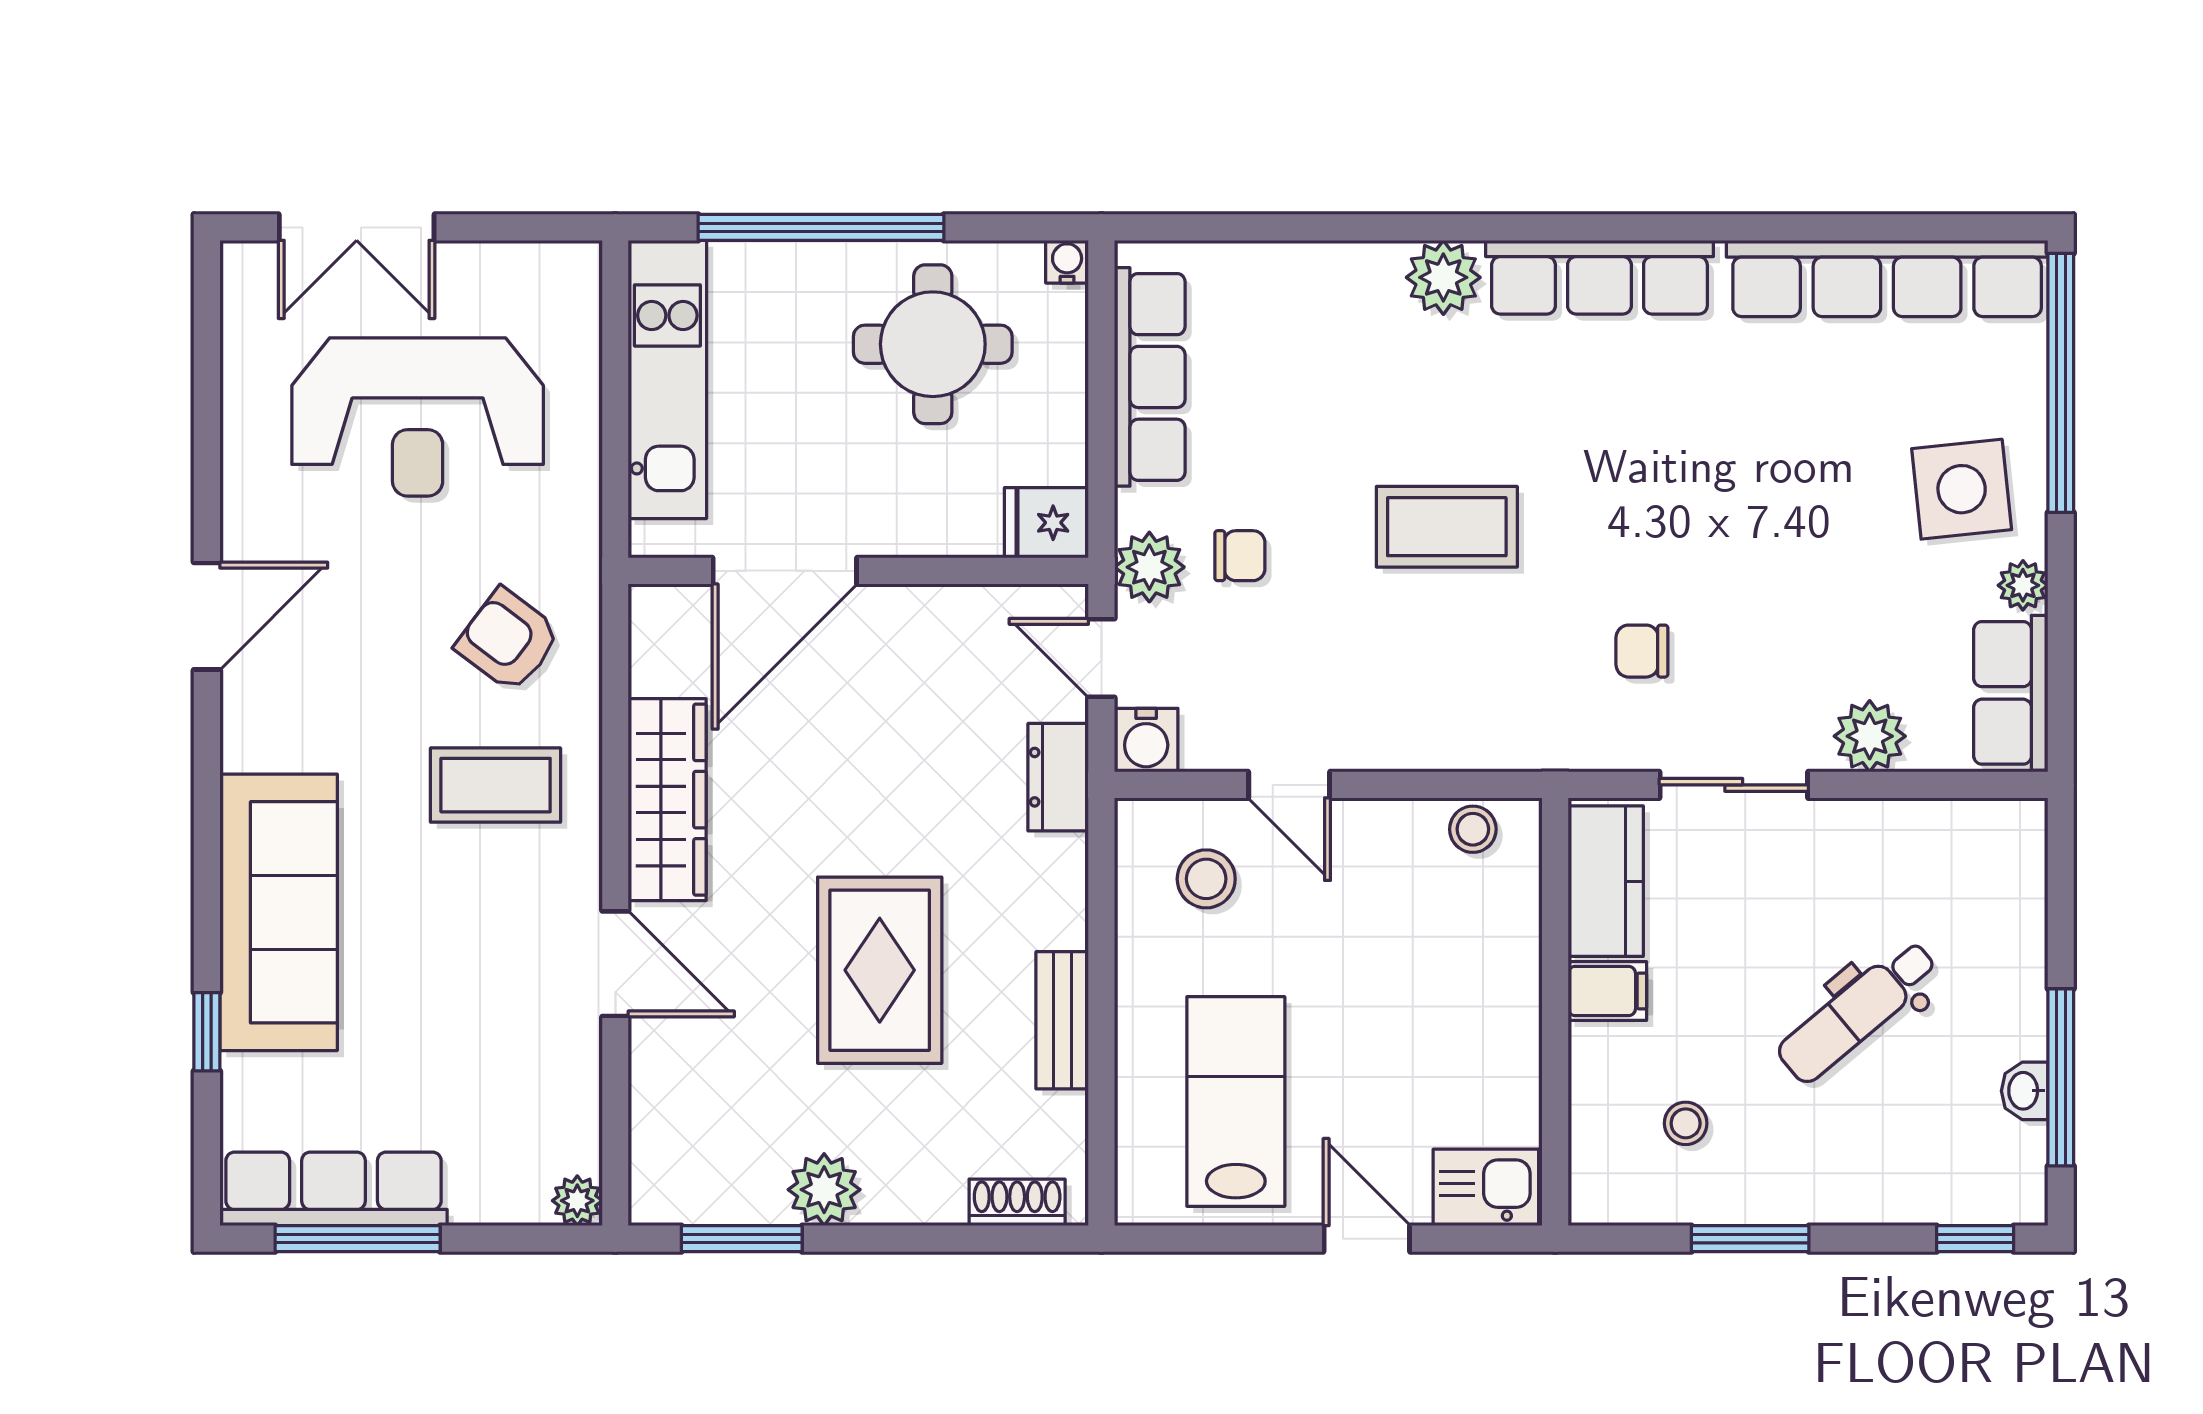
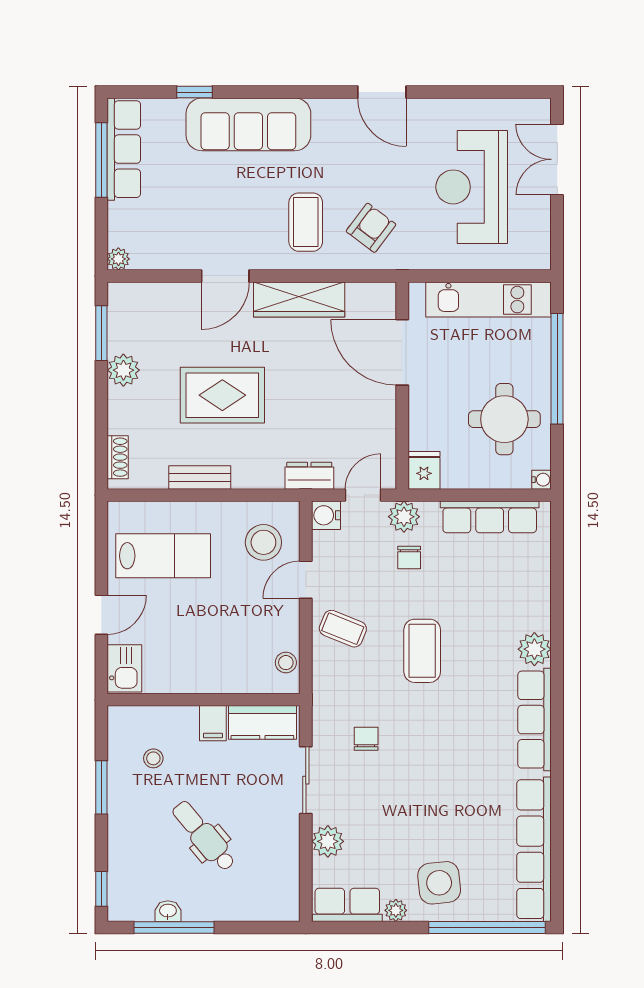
coffee table: (1398, 703) -> (343, 629), added
stool: (1206, 879) -> (263, 542), width x1.38, depth x1.38

